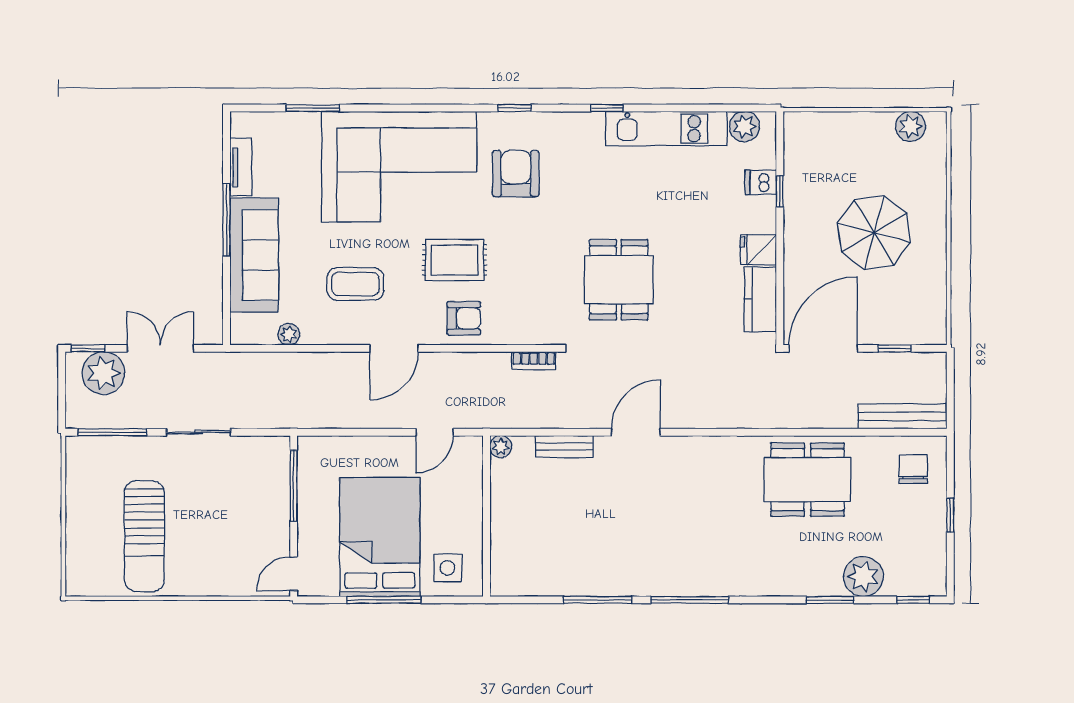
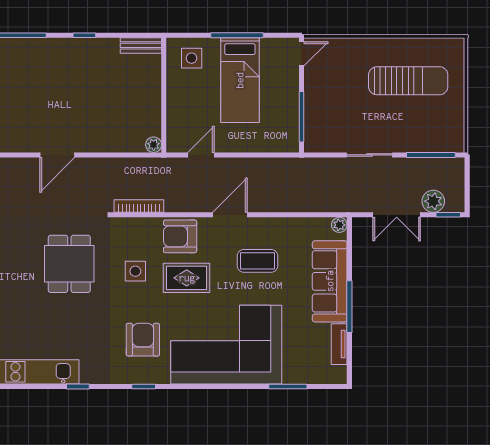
armchair: (516, 174) -> (143, 340), turned 180
side table: (526, 269) -> (135, 271), added
armchair: (464, 318) -> (180, 236), width x1.38, depth x1.38
plant: (289, 334) -> (339, 225), moved
bookcase: (534, 361) -> (139, 206), width x1.56
plant: (103, 373) -> (433, 201), width x0.73, depth x0.73
bench: (564, 447) -> (141, 45), moved
sun lounger: (144, 536) -> (408, 81), turned 90
bed: (380, 537) -> (240, 80), width x0.67
window: (598, 600) -> (84, 35), width x0.46

